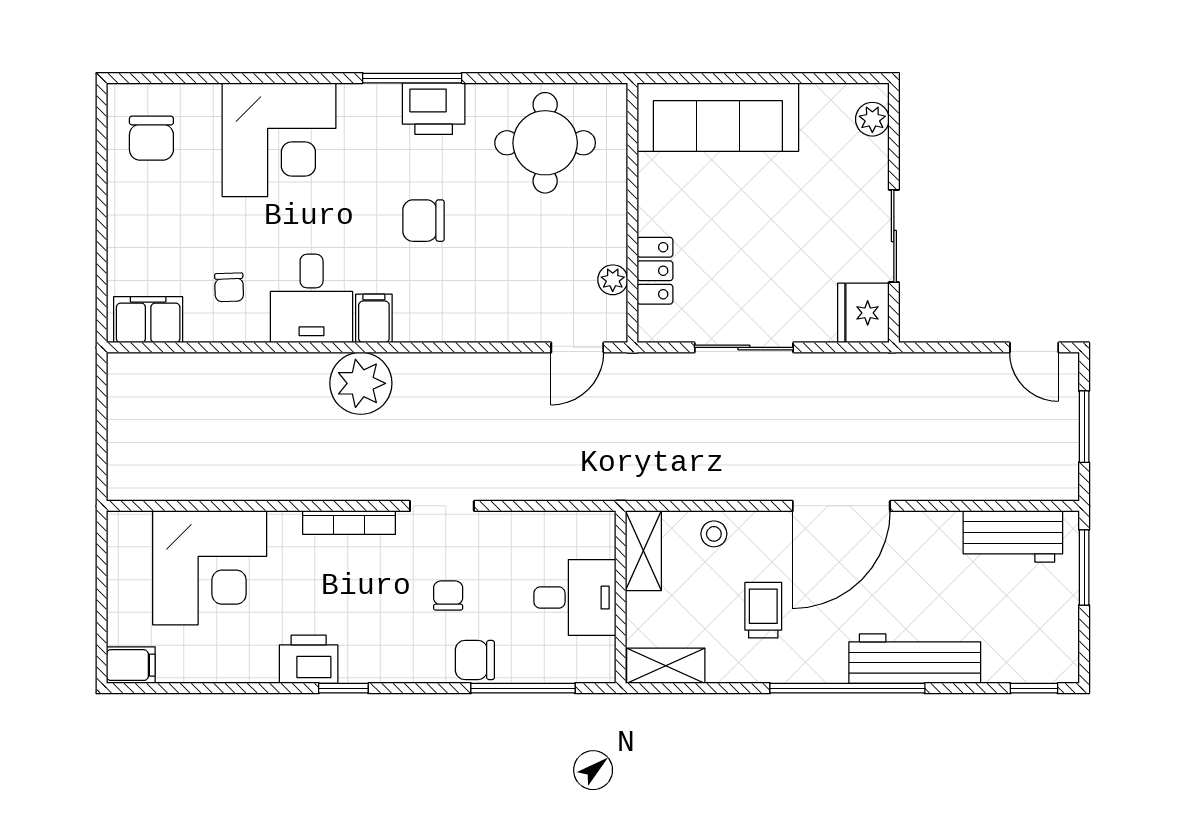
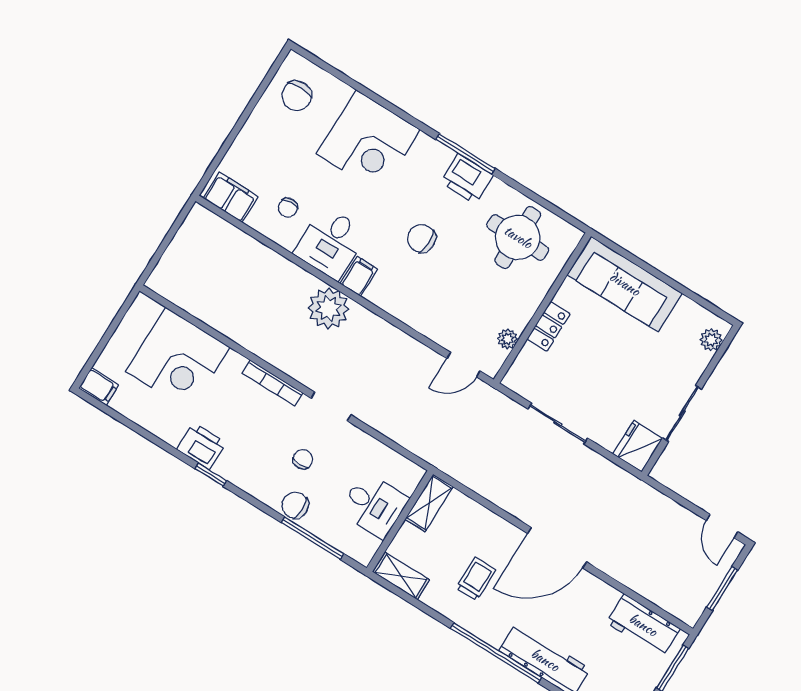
locker: (655, 271) -> (549, 326), moved
stool: (714, 534) -> (475, 518), removed

